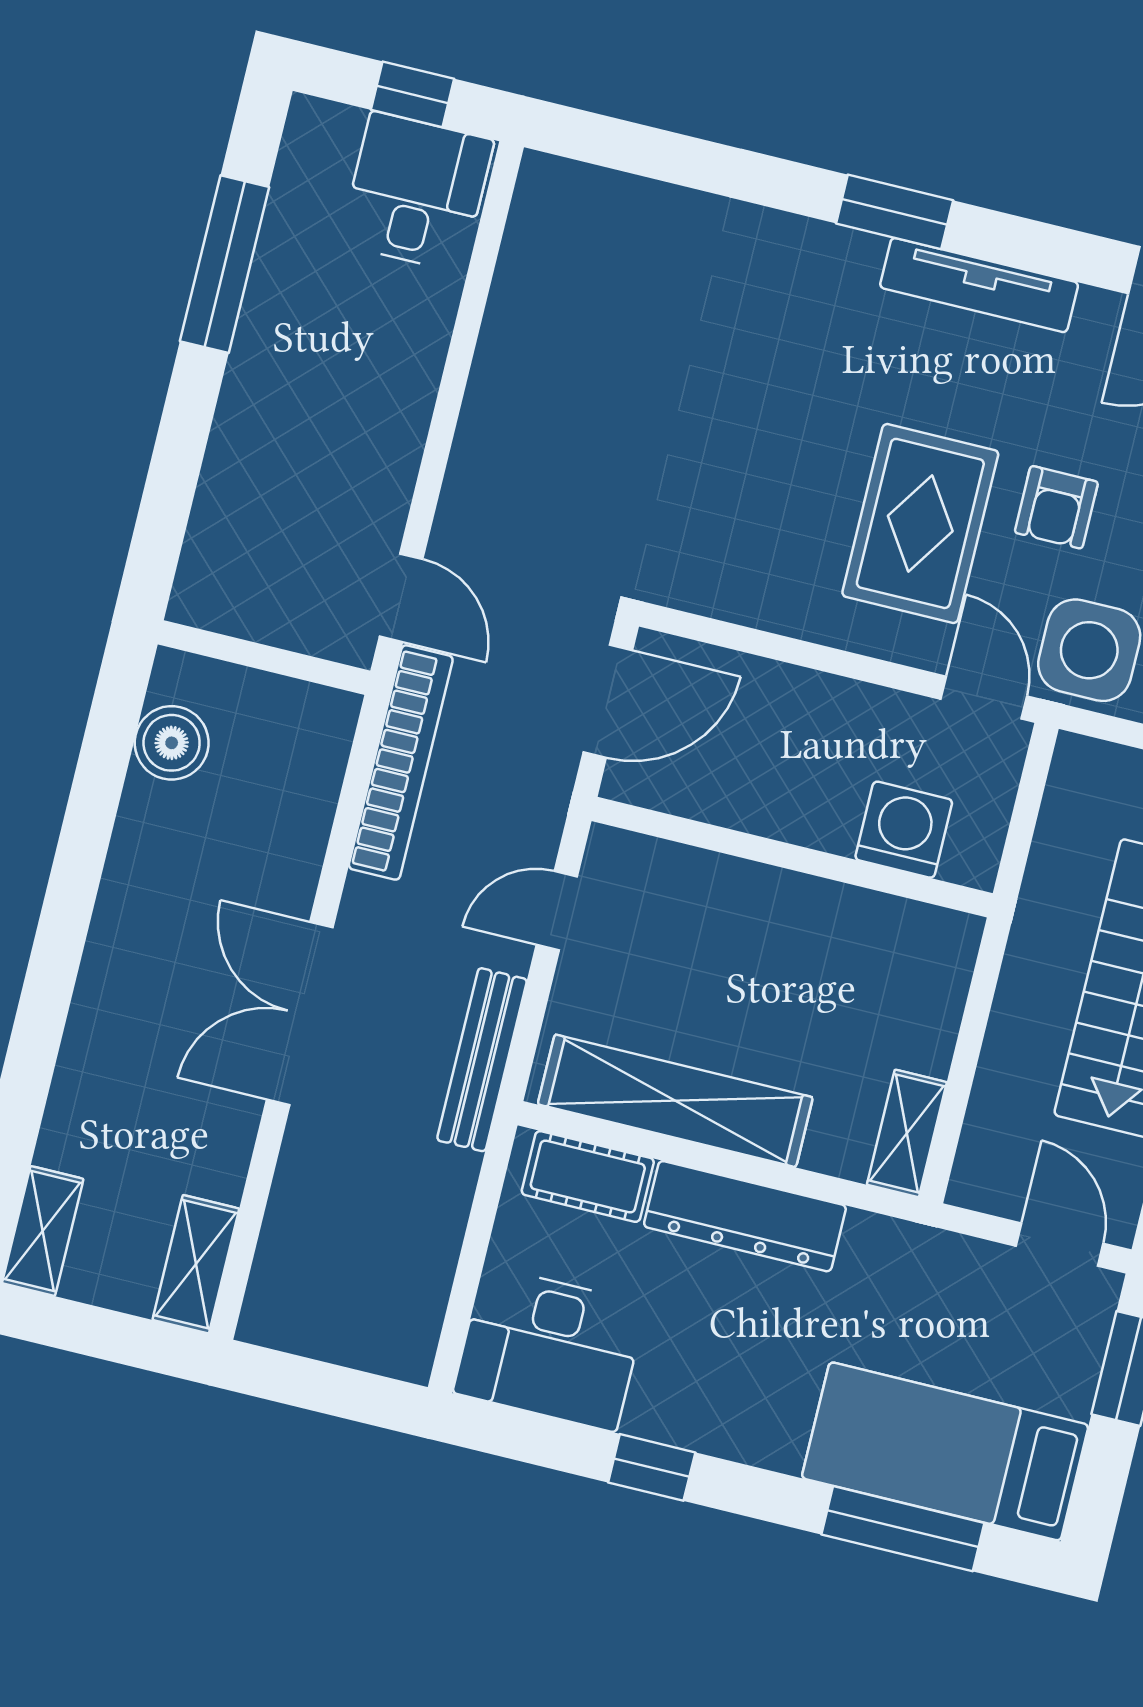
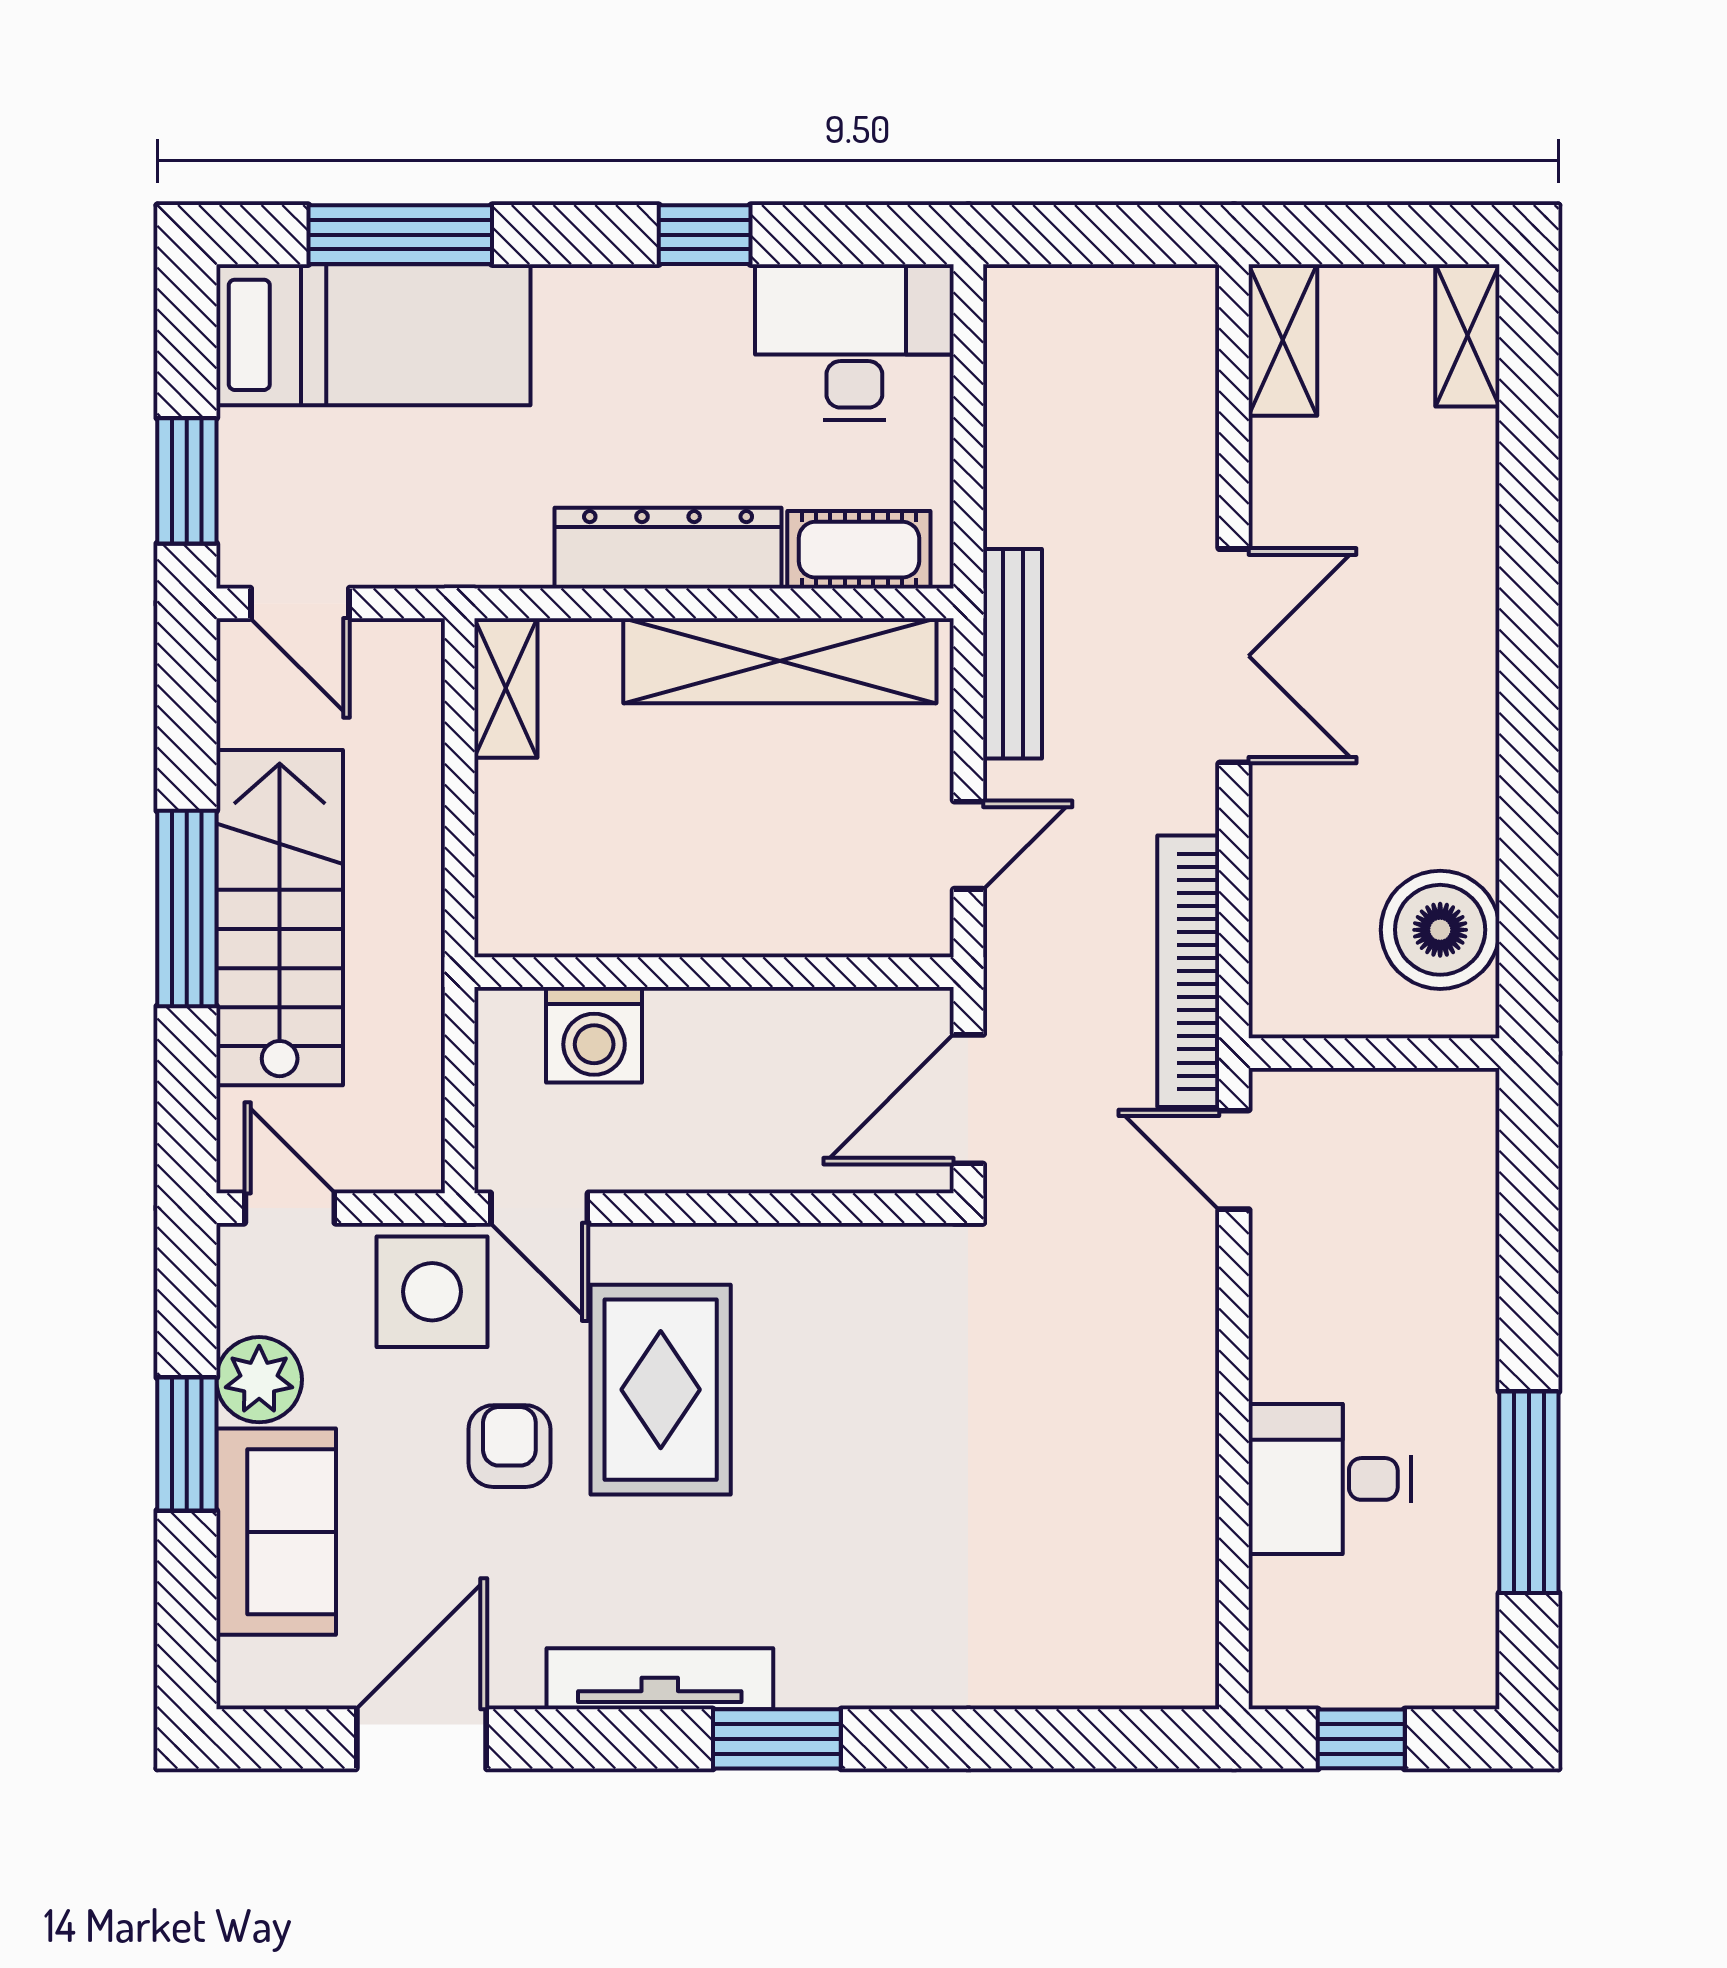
desk: (417, 192) -> (1330, 1479), moved, turned 90
boiler: (172, 743) -> (1440, 930), width x1.37, depth x1.37

